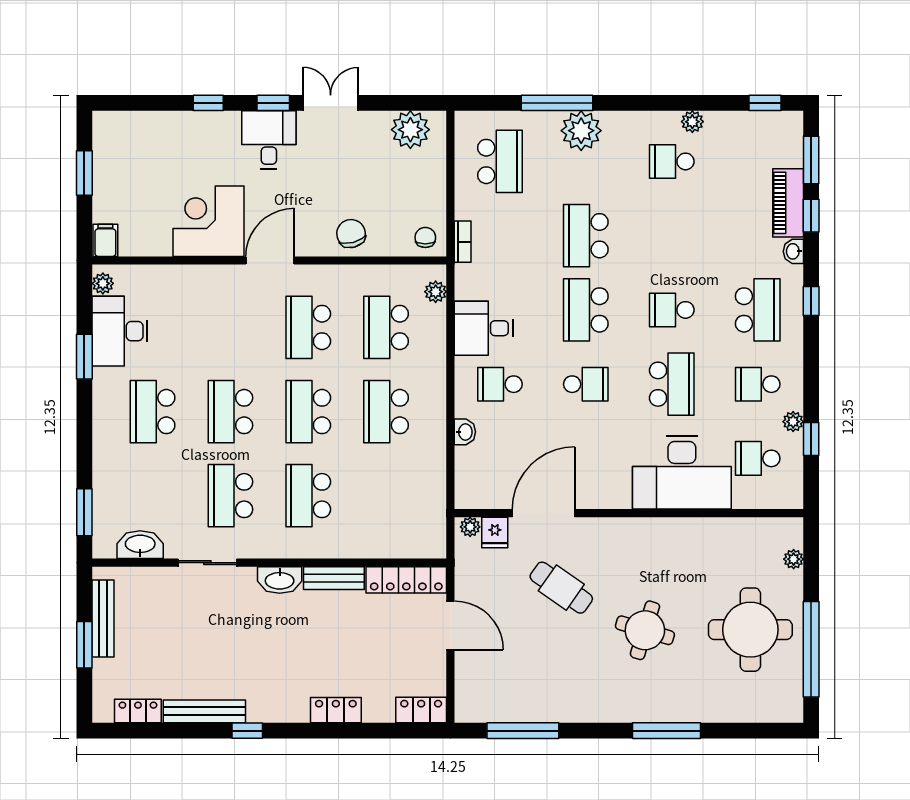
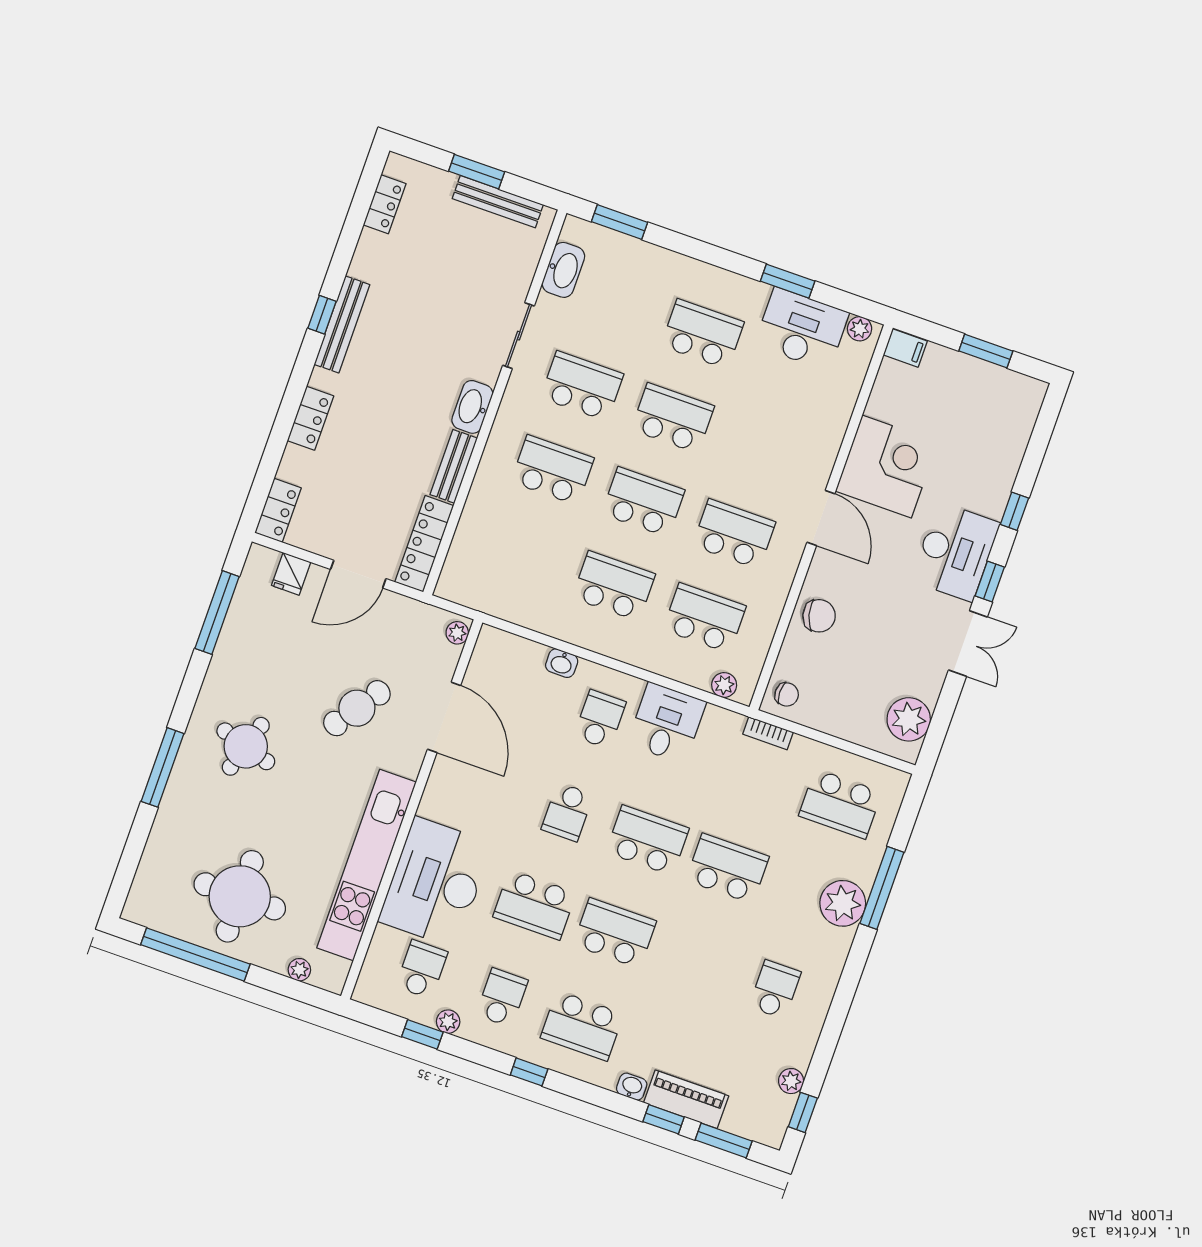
plant: (692, 122) -> (791, 1081), moved
desk: (269, 140) -> (955, 552), width x1.37
window: (811, 301) -> (529, 1072), moved
school desk: (672, 310) -> (615, 933), width x1.85
fridge: (495, 532) -> (291, 574), moved, turned -90
kitchen unit: (688, 534) -> (367, 865), added
round table: (645, 630) -> (246, 746), moved
bench: (204, 711) -> (342, 324), moved

